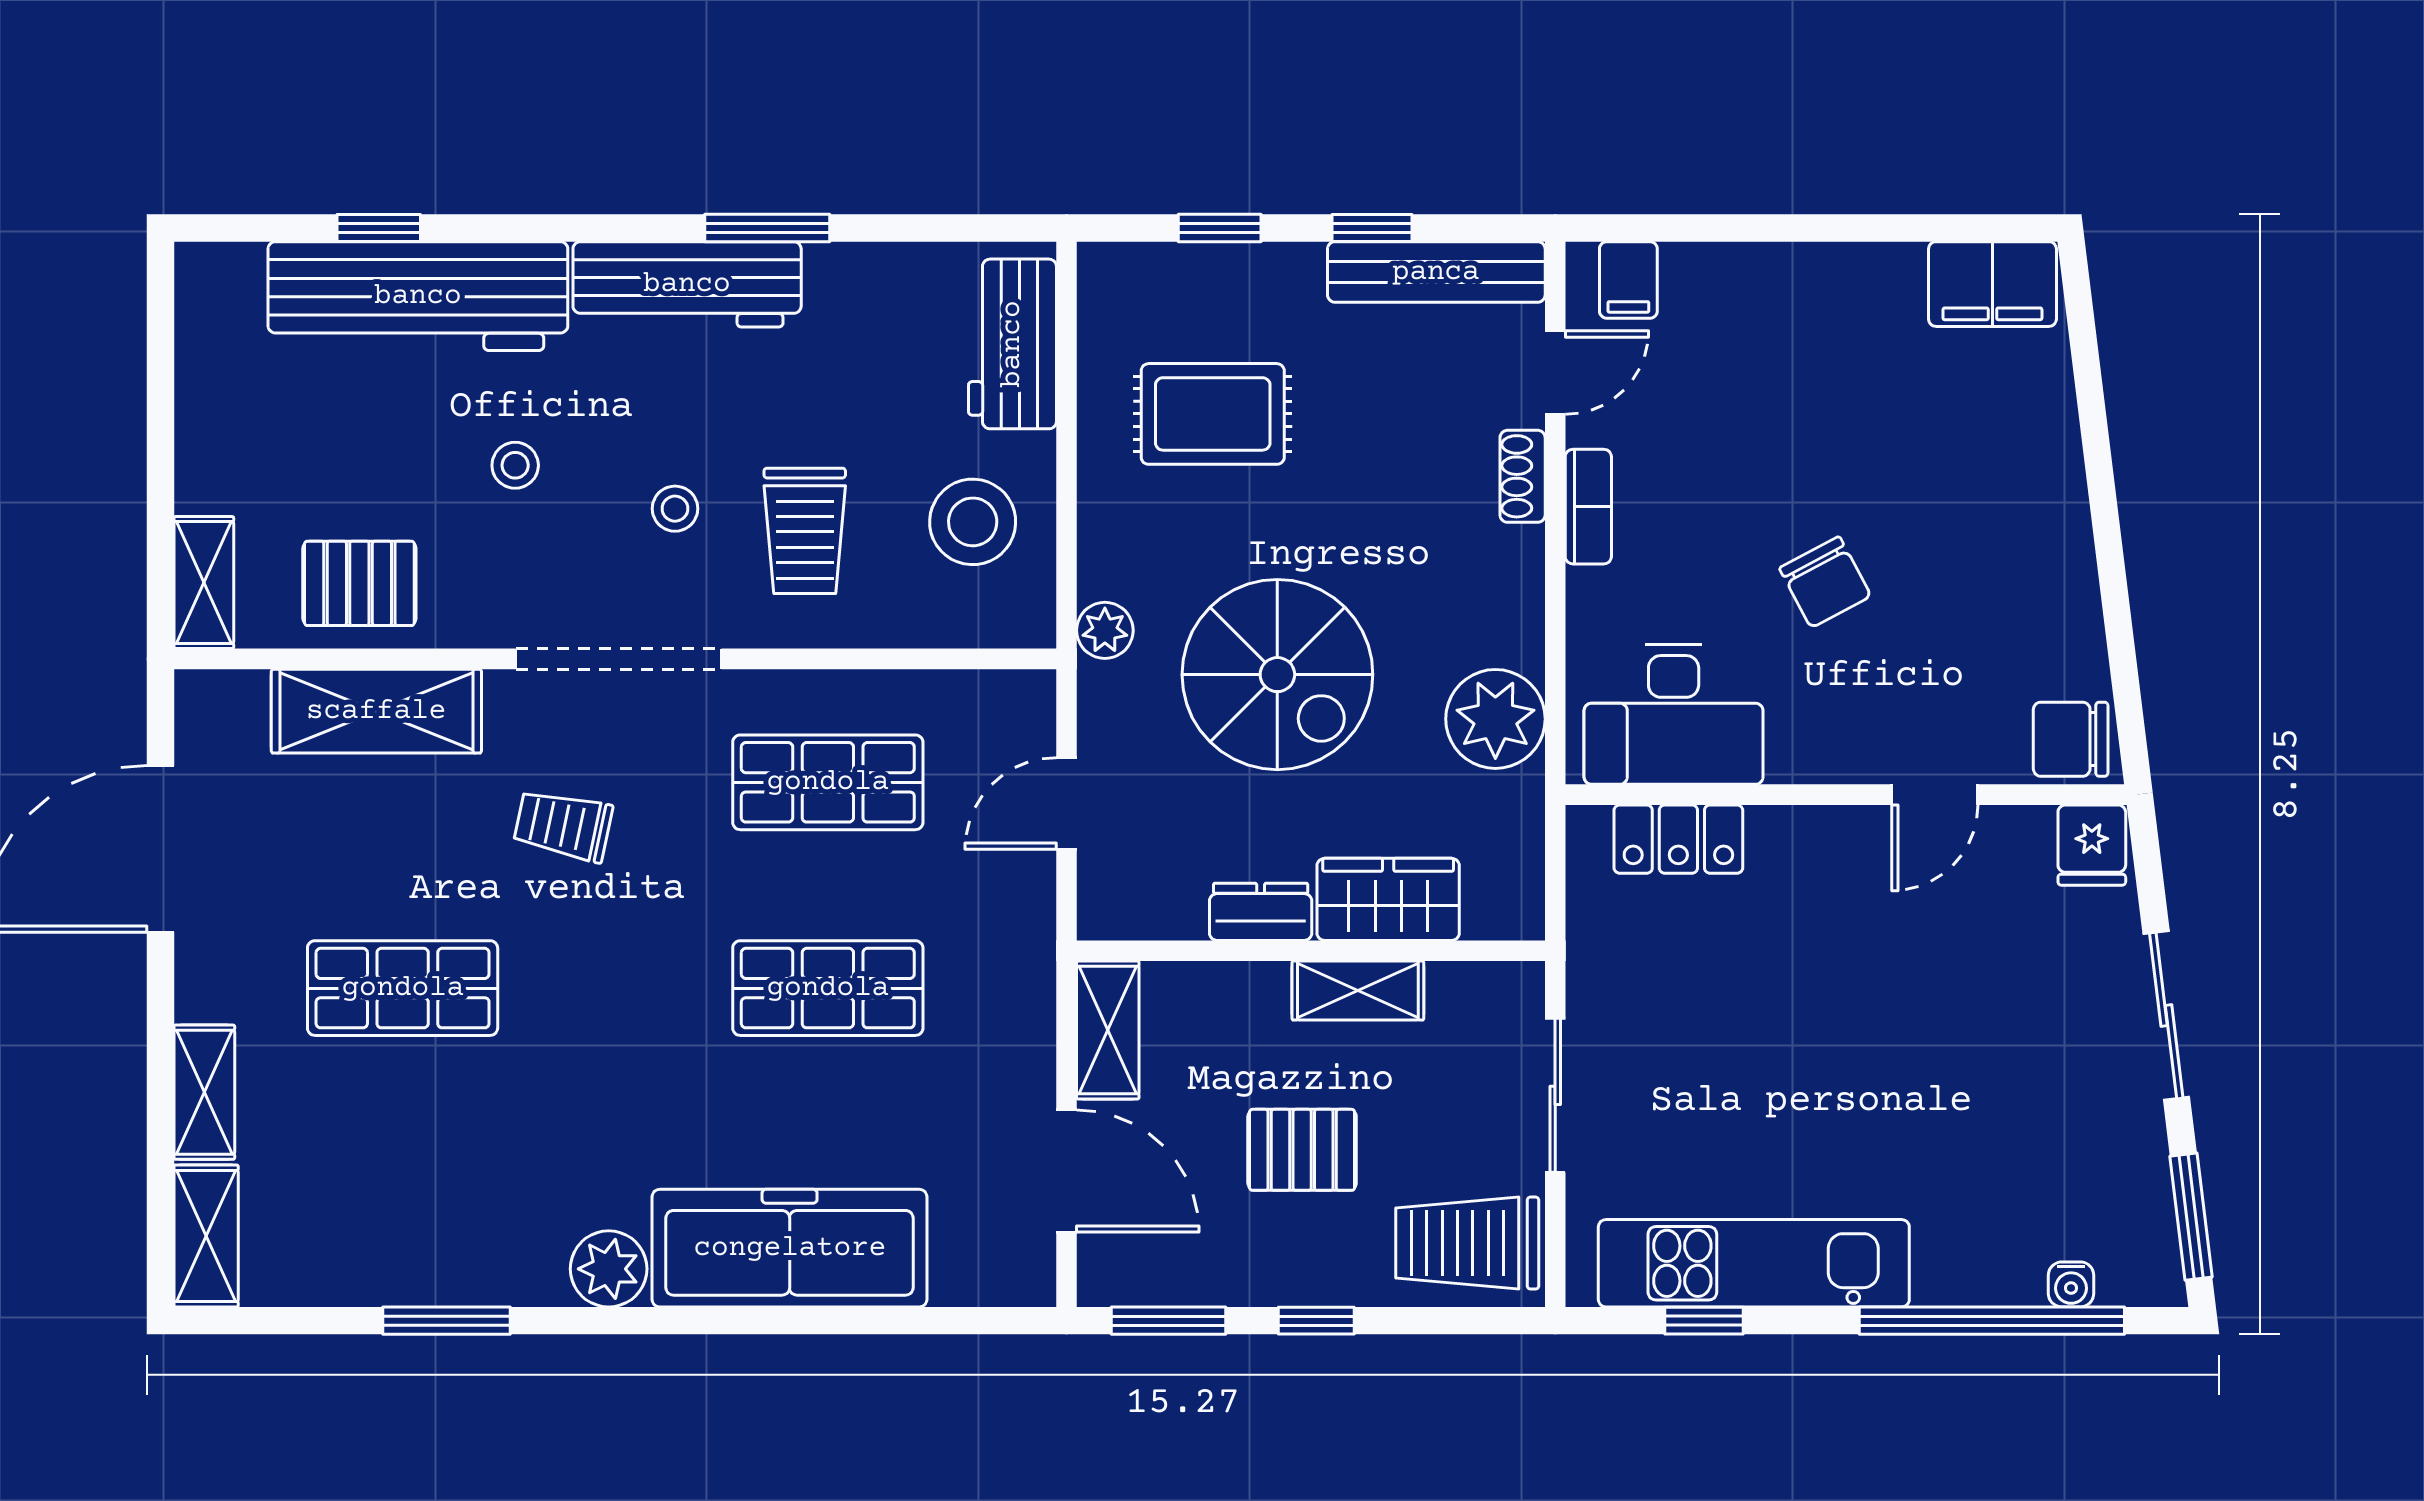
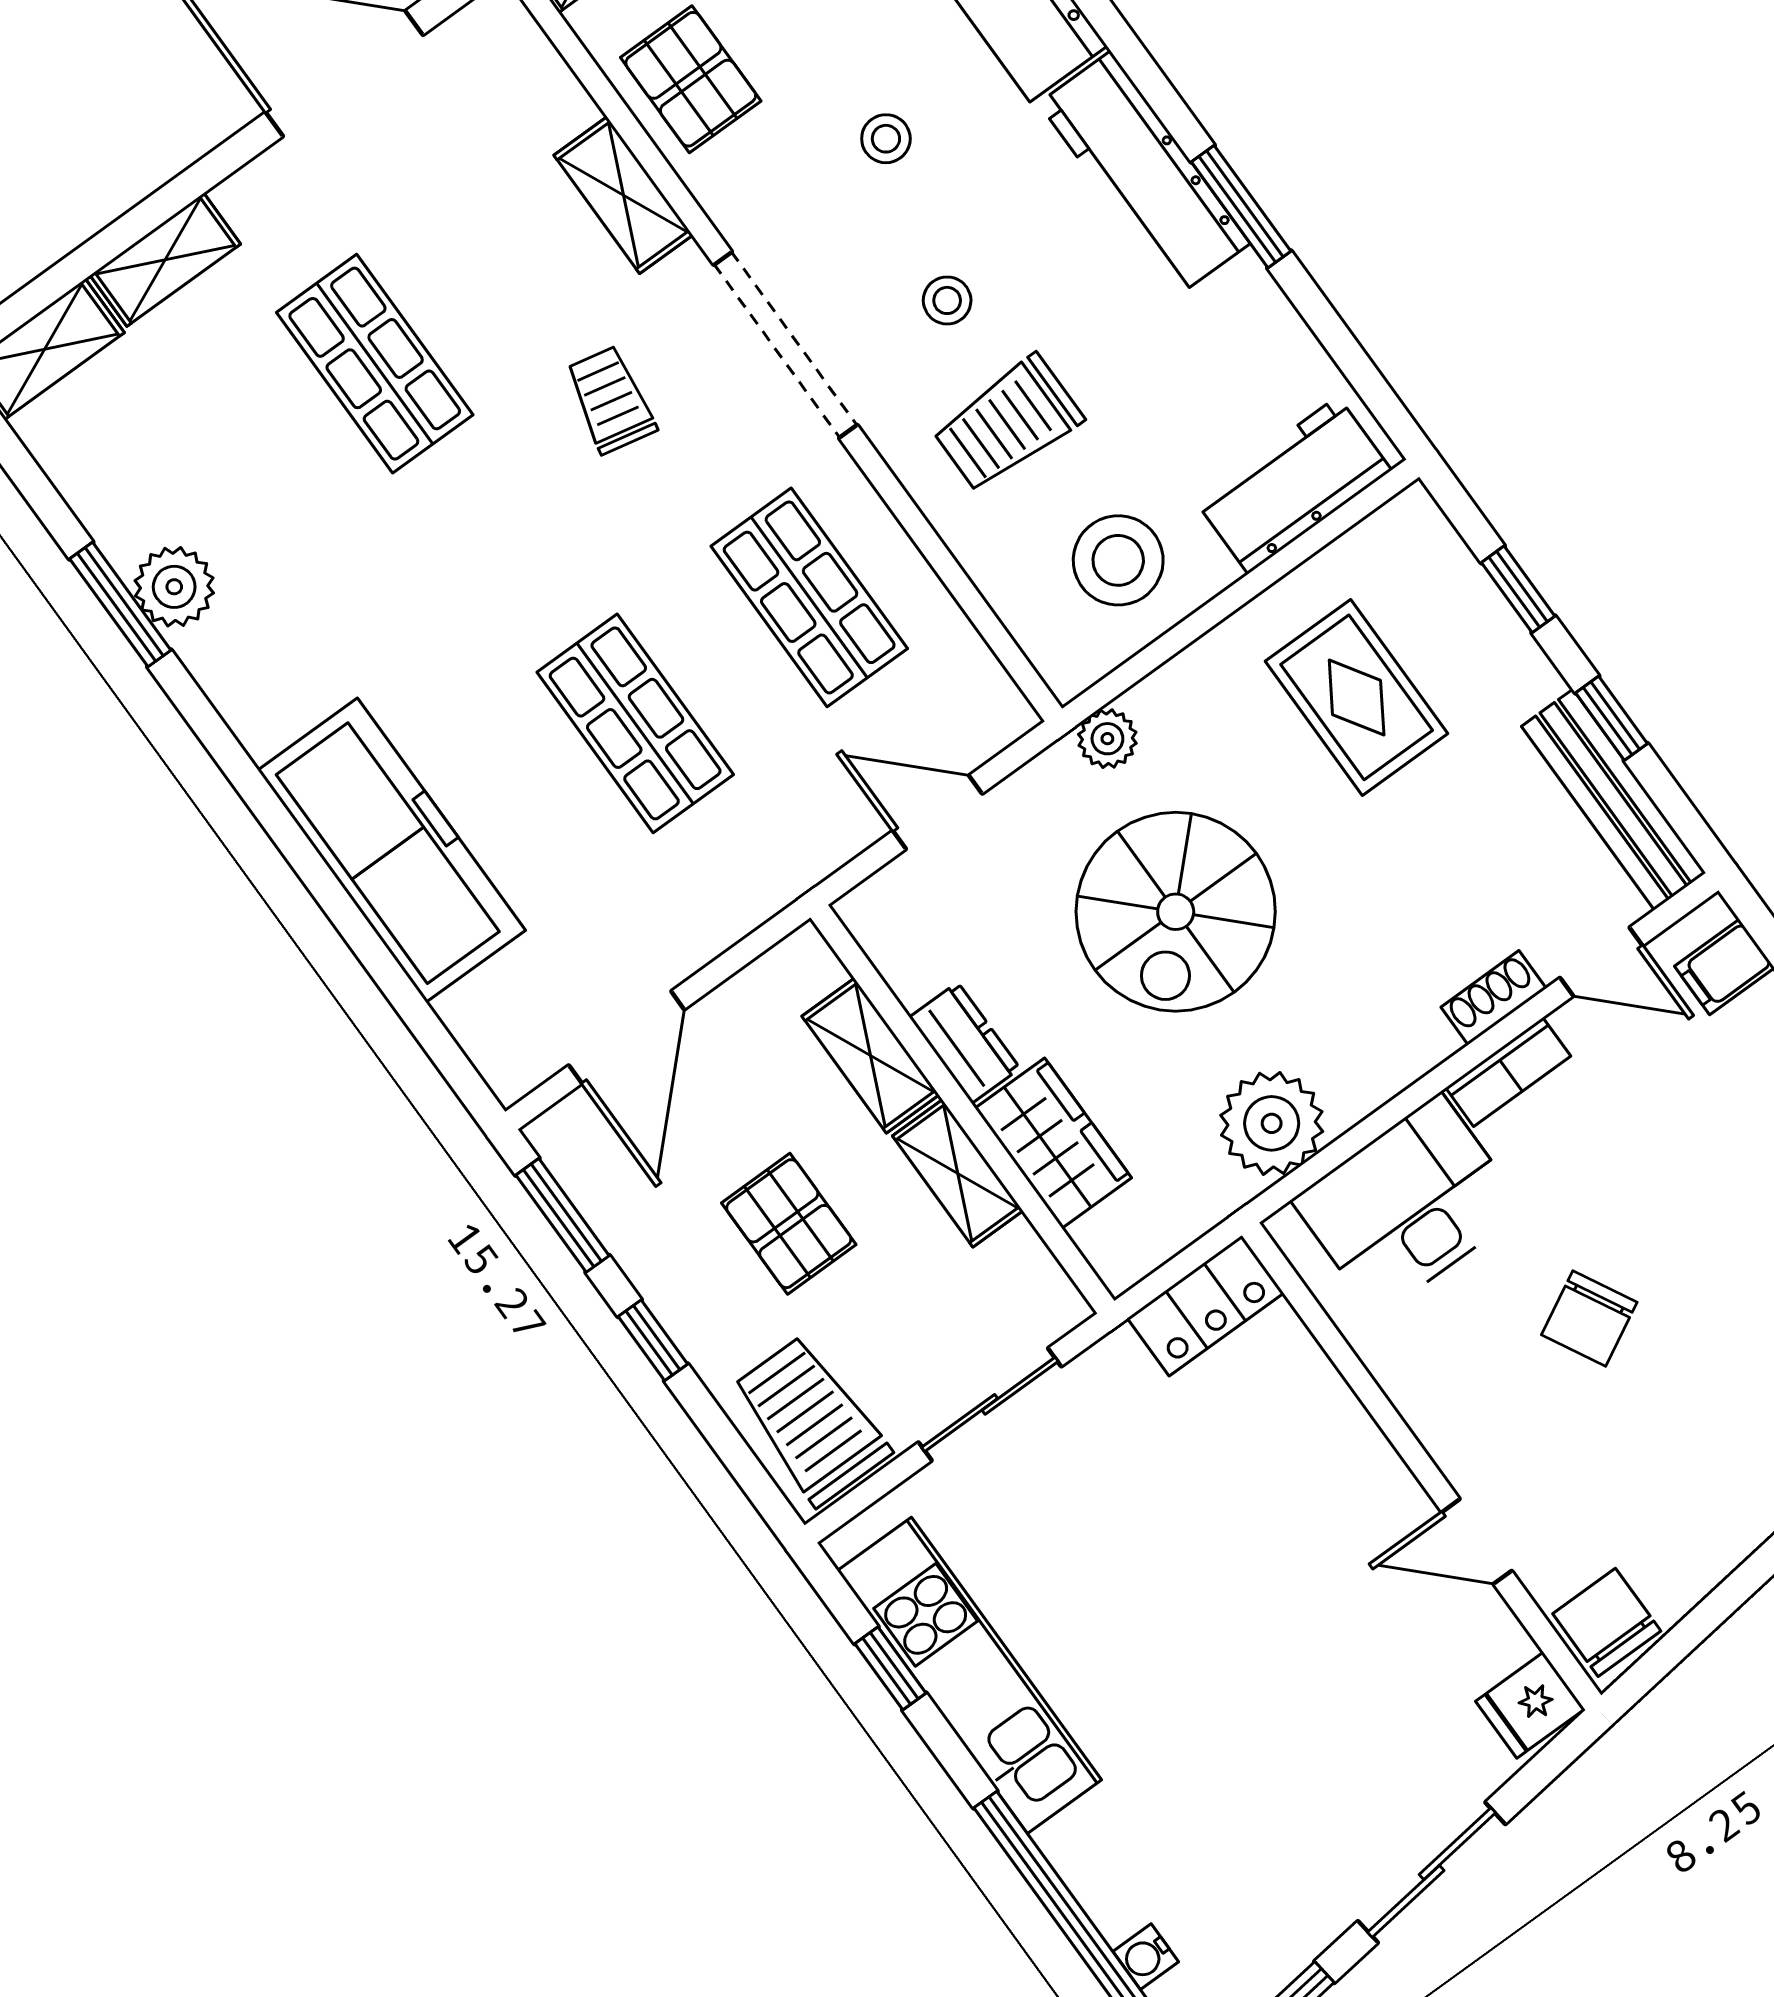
shelving: (376, 711) -> (623, 195), width x0.67, depth x0.75
desk: (1674, 714) -> (1408, 1205), moved, turned 90
locker: (1678, 839) -> (1205, 1306), moved, turned -90
shelving: (1108, 1030) -> (870, 1056), moved, turned 90
plant: (609, 1269) -> (174, 587), moved

